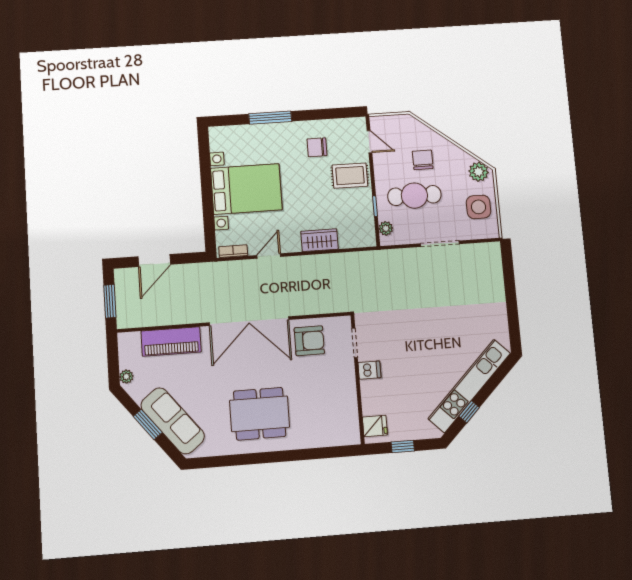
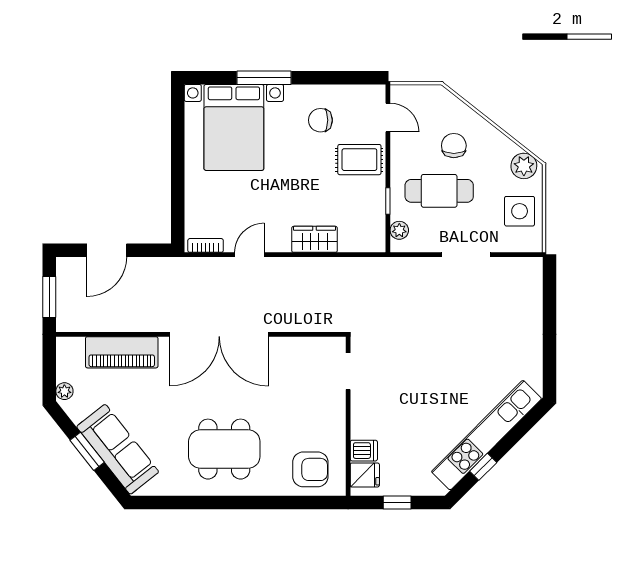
bed with nightstands: (246, 189) -> (234, 127), moved, turned 90
armchair: (309, 341) -> (310, 469), moved
dishwasher: (369, 370) -> (364, 451), moved

